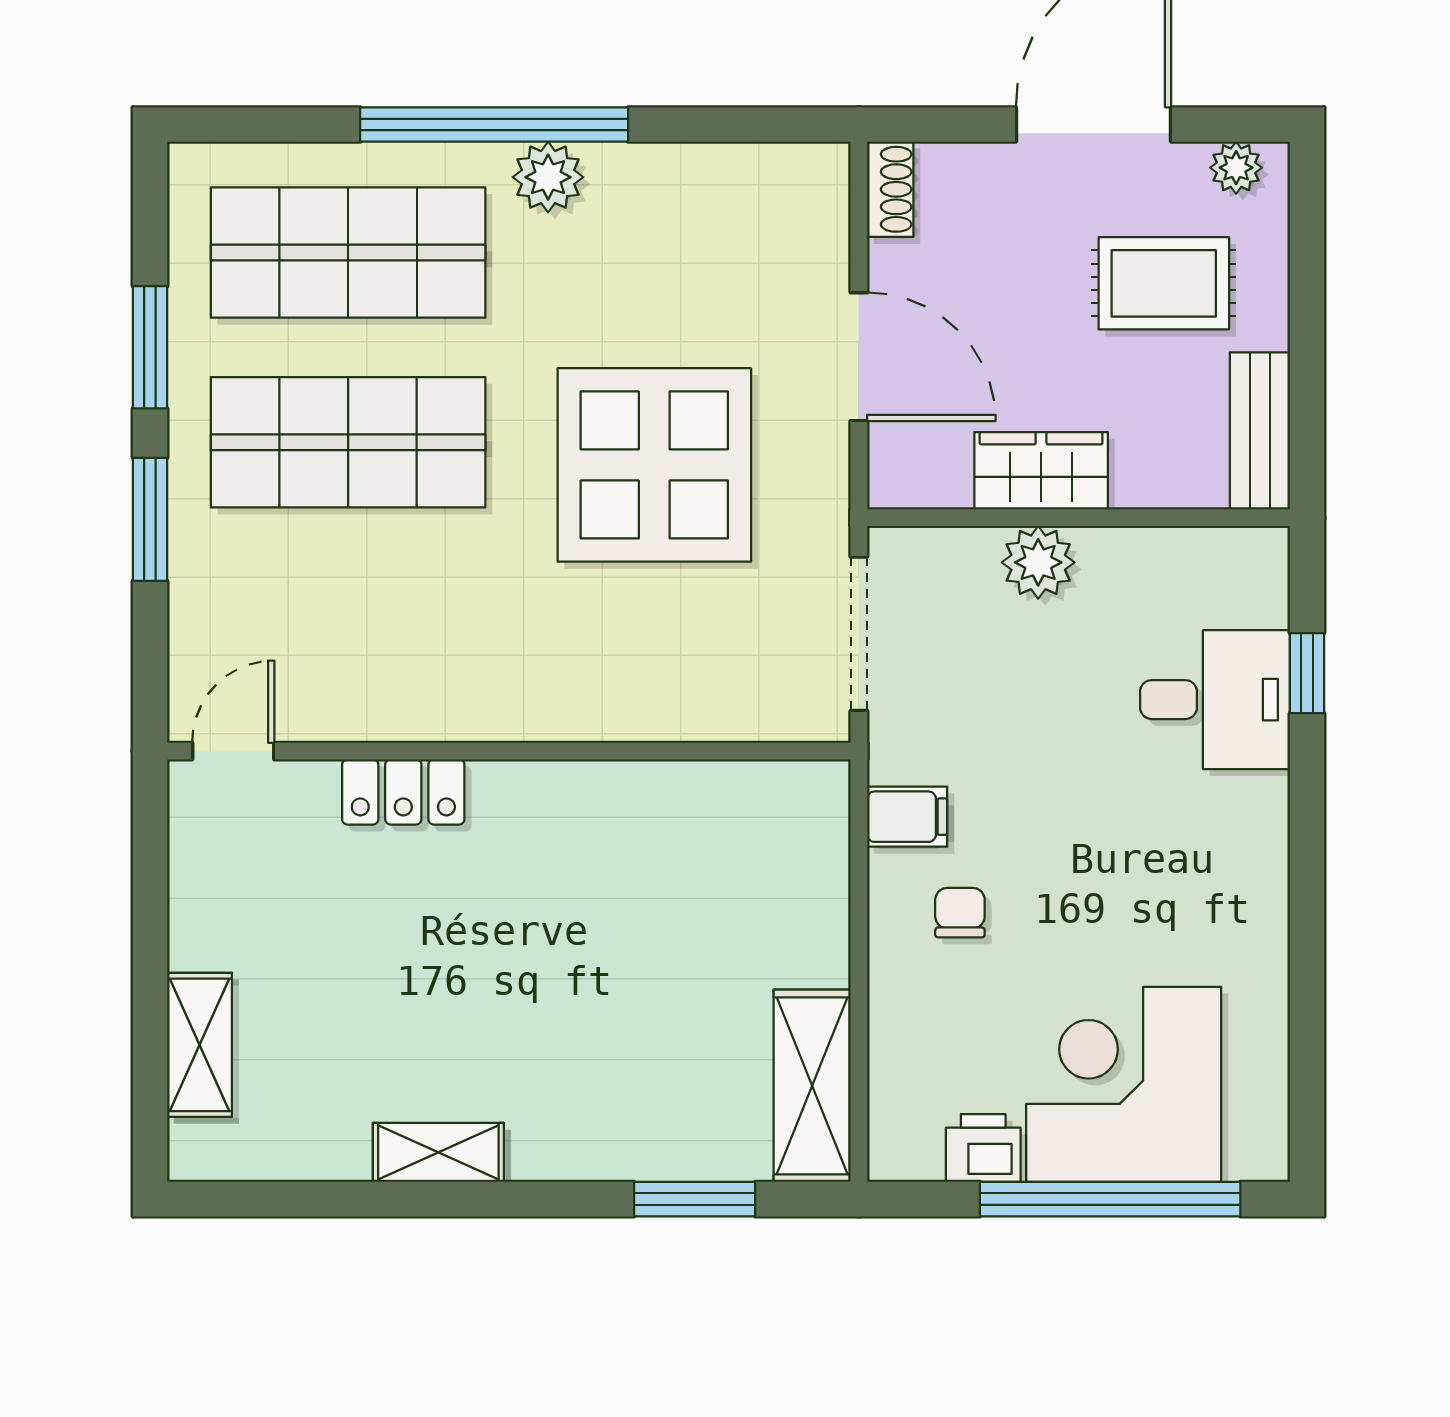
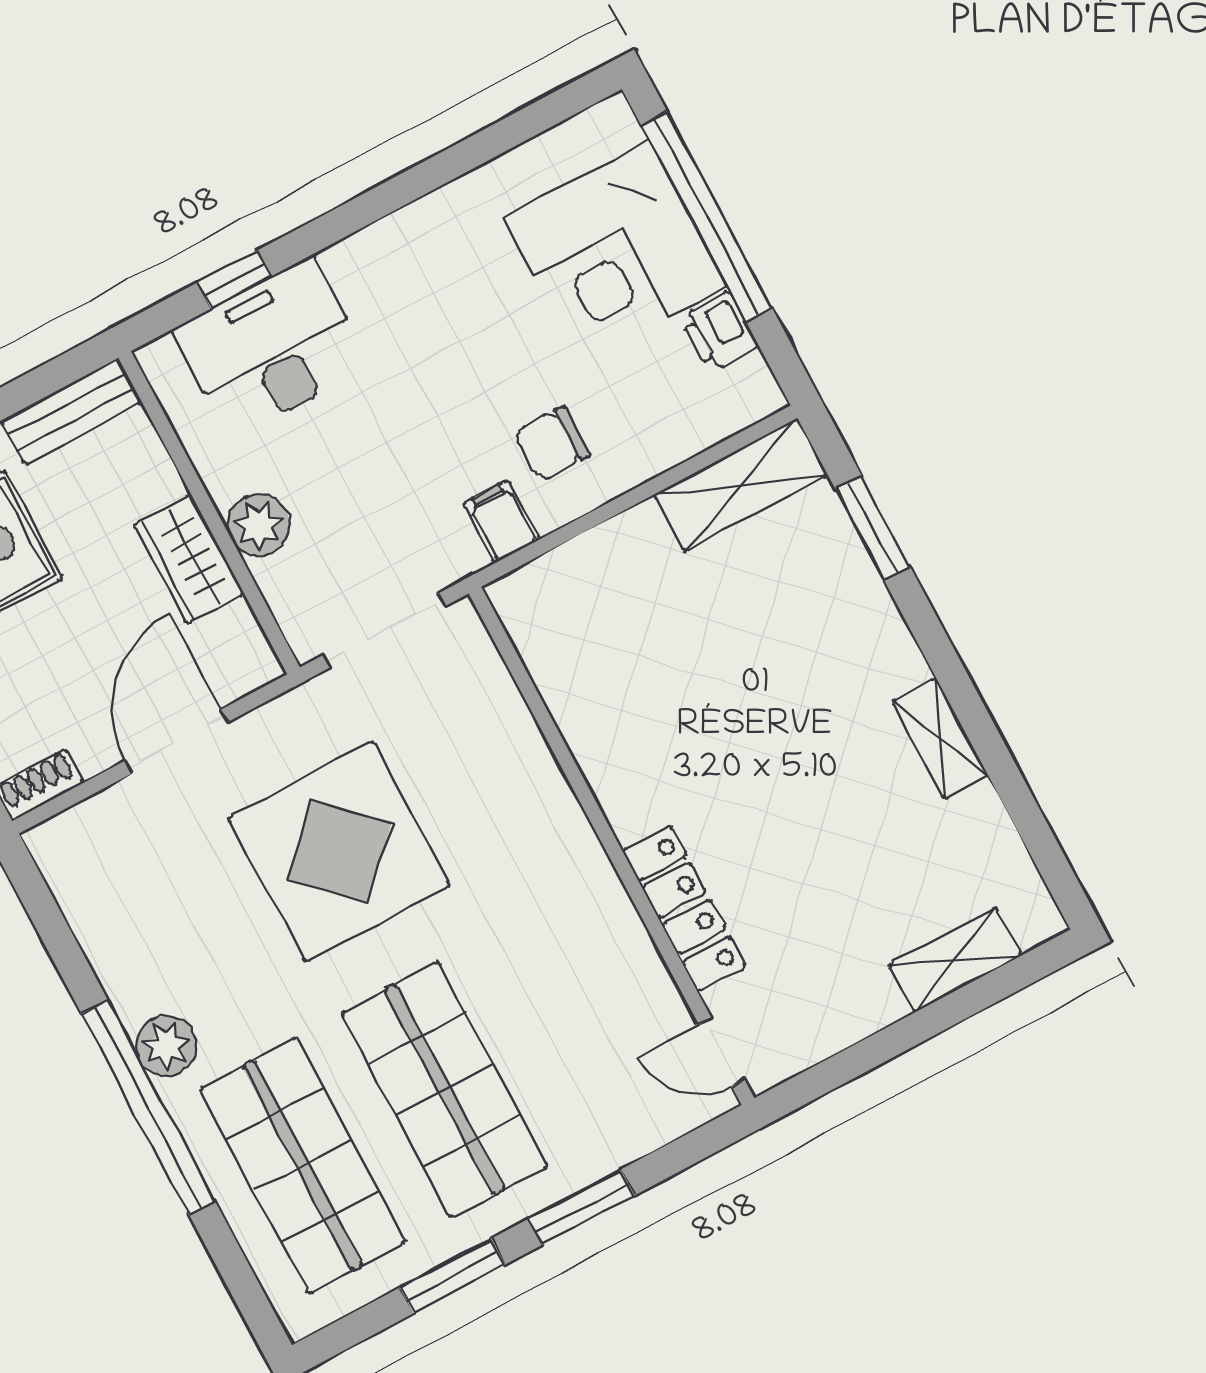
desk: (1215, 700) -> (271, 348), width x1.37
locker: (403, 792) -> (684, 908), width x1.53
chair: (960, 913) -> (552, 443), width x1.37, depth x1.37

